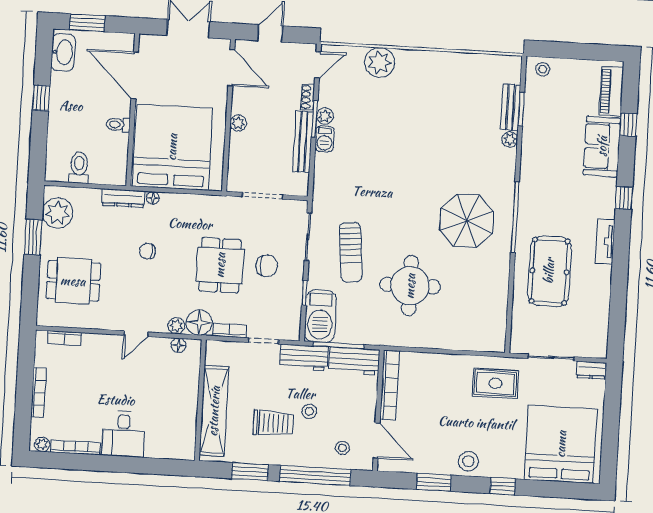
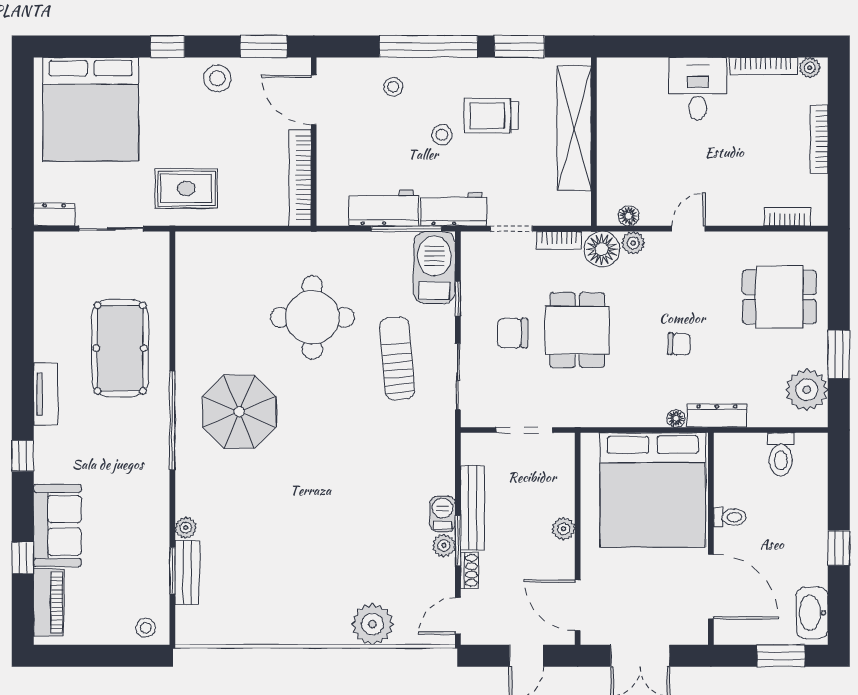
bookcase: (390, 385) -> (300, 178), moved
wall: (378, 410) -> (314, 142), moved
door: (377, 440) -> (314, 100), moved

